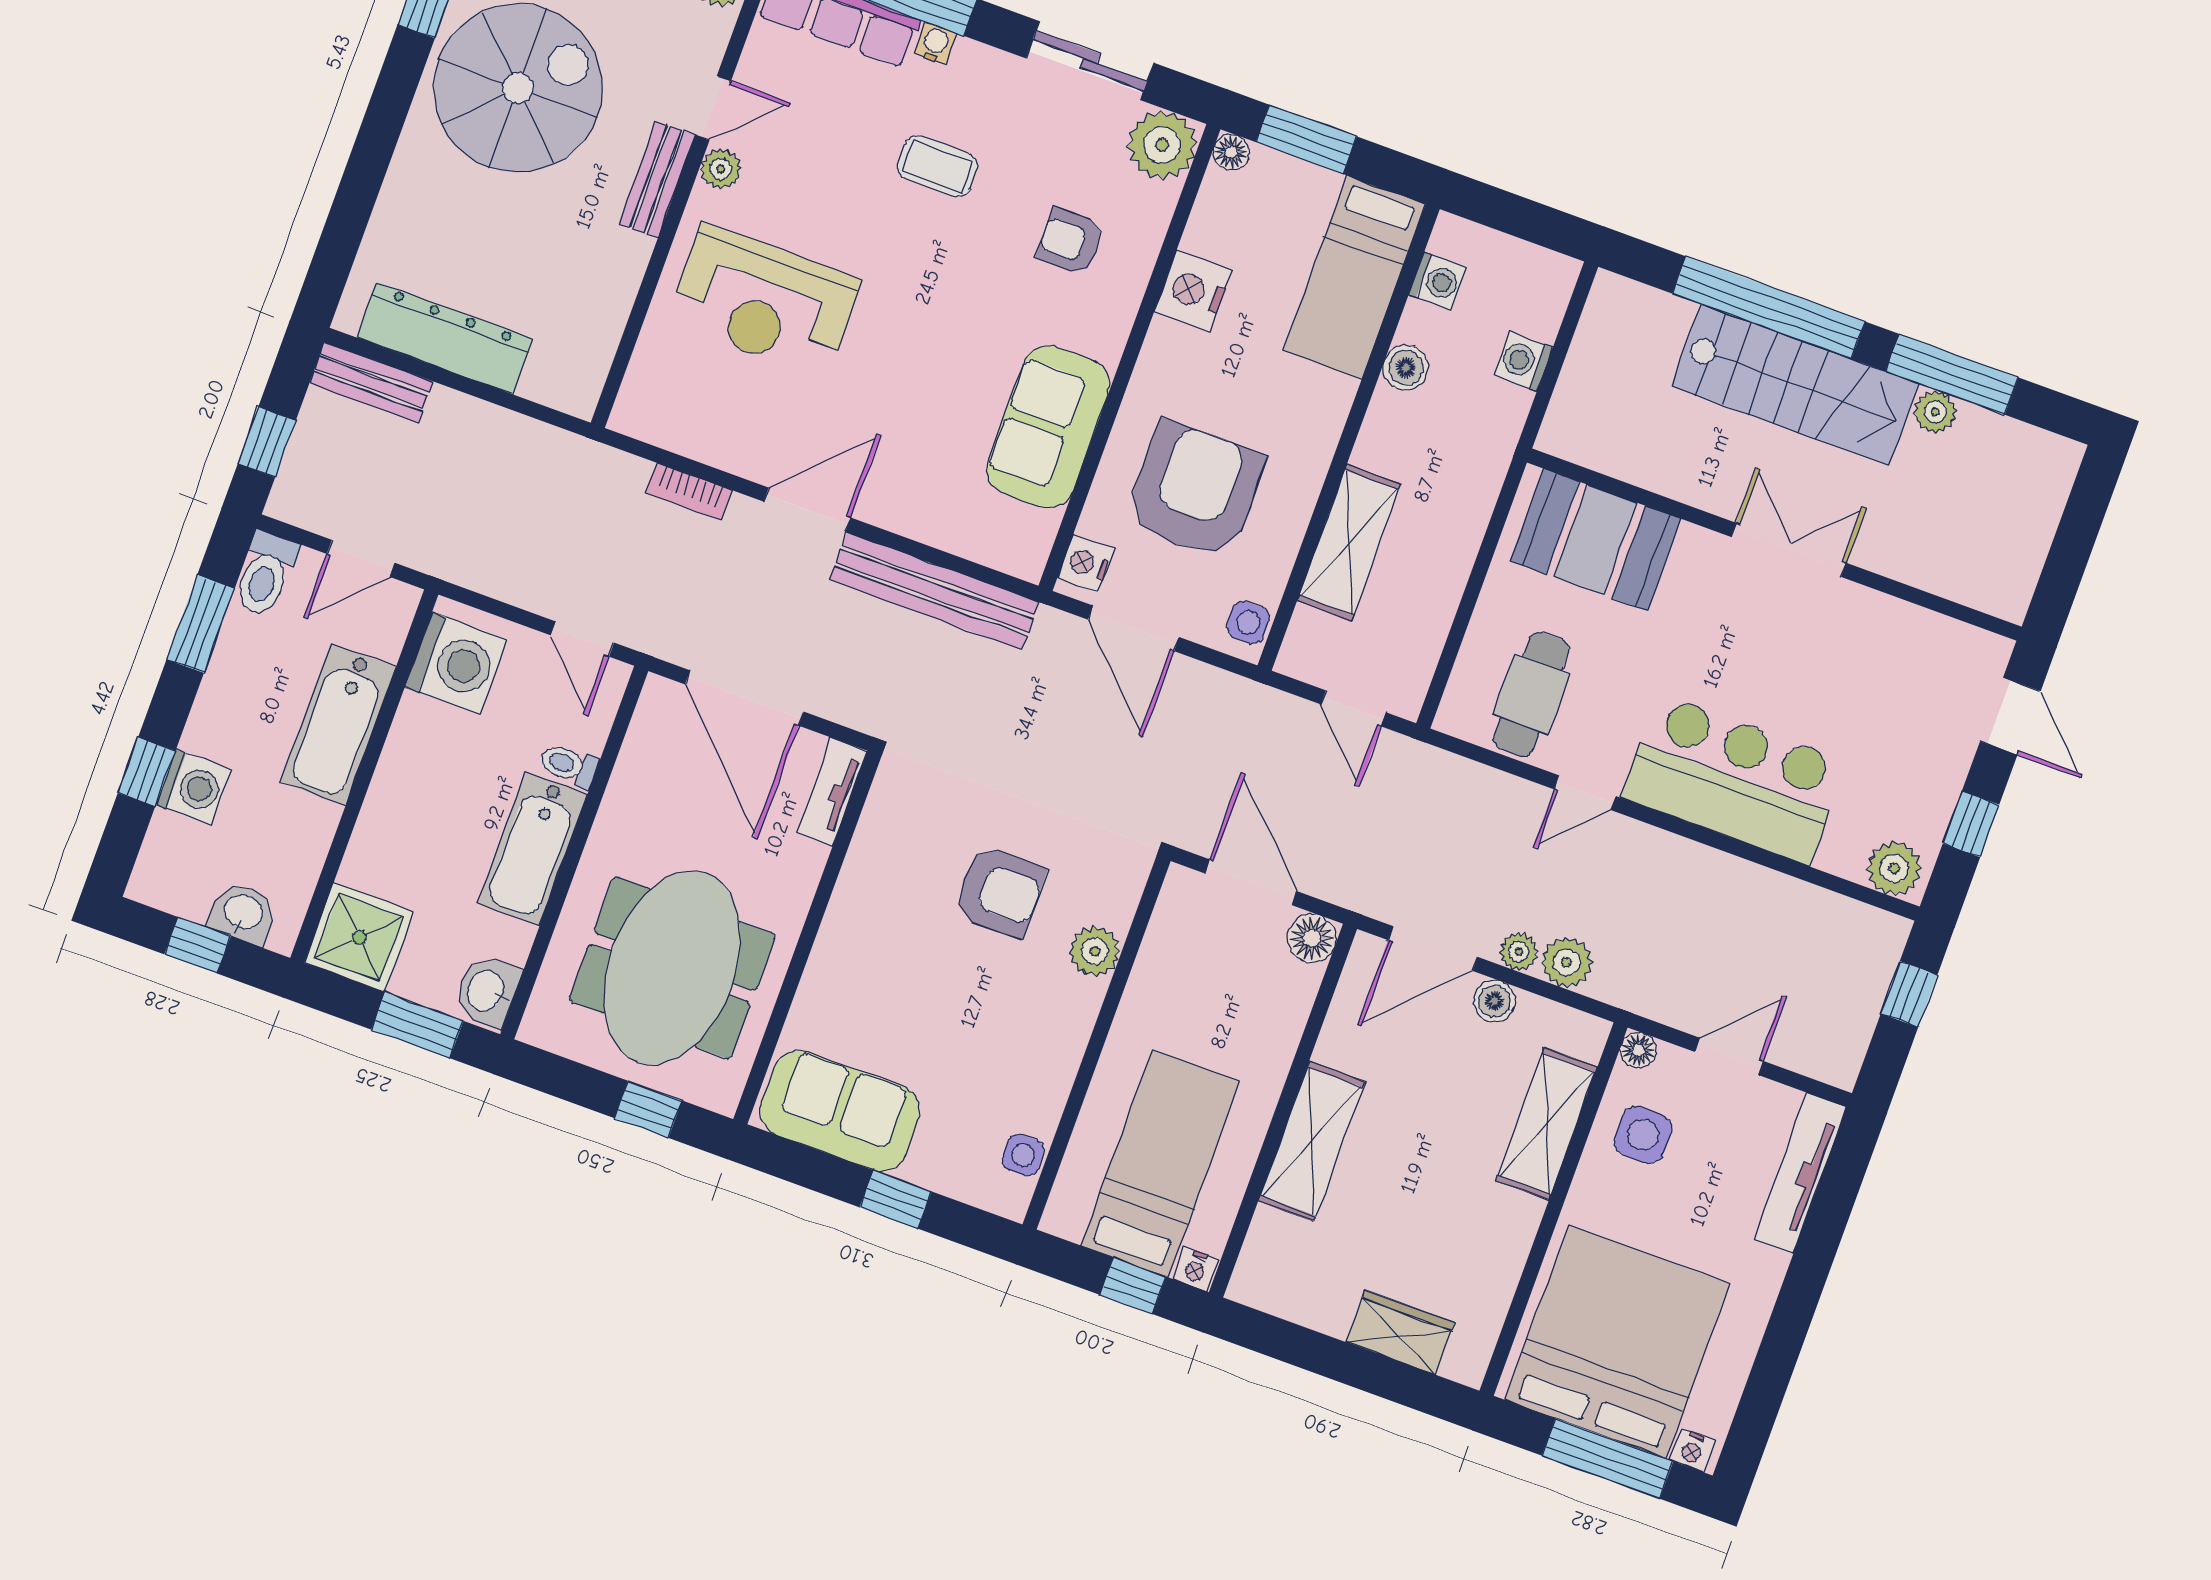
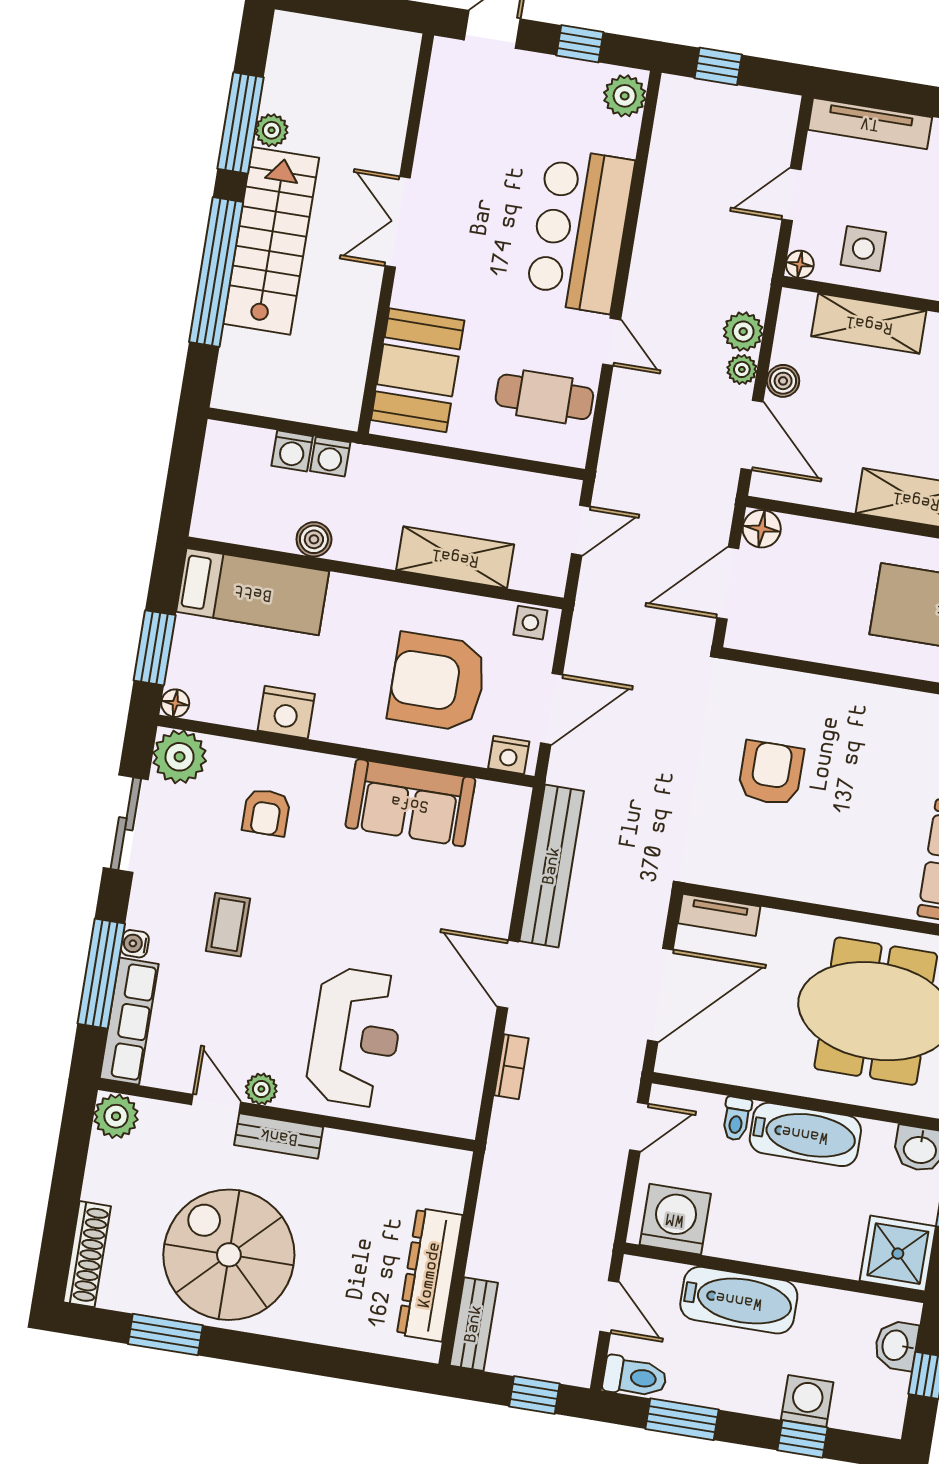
washing machine: (1437, 281) -> (330, 457), moved, turned 180
plant: (1095, 951) -> (803, 692), removed
door: (1729, 1056) -> (791, 195), hinge flipped

